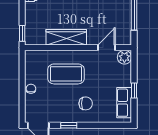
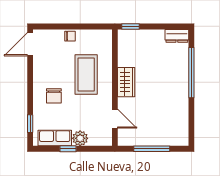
wardrobe: (66, 37) -> (126, 82), width x0.67
plant: (124, 57) -> (80, 138), moved
window: (69, 125) -> (30, 124), moved

